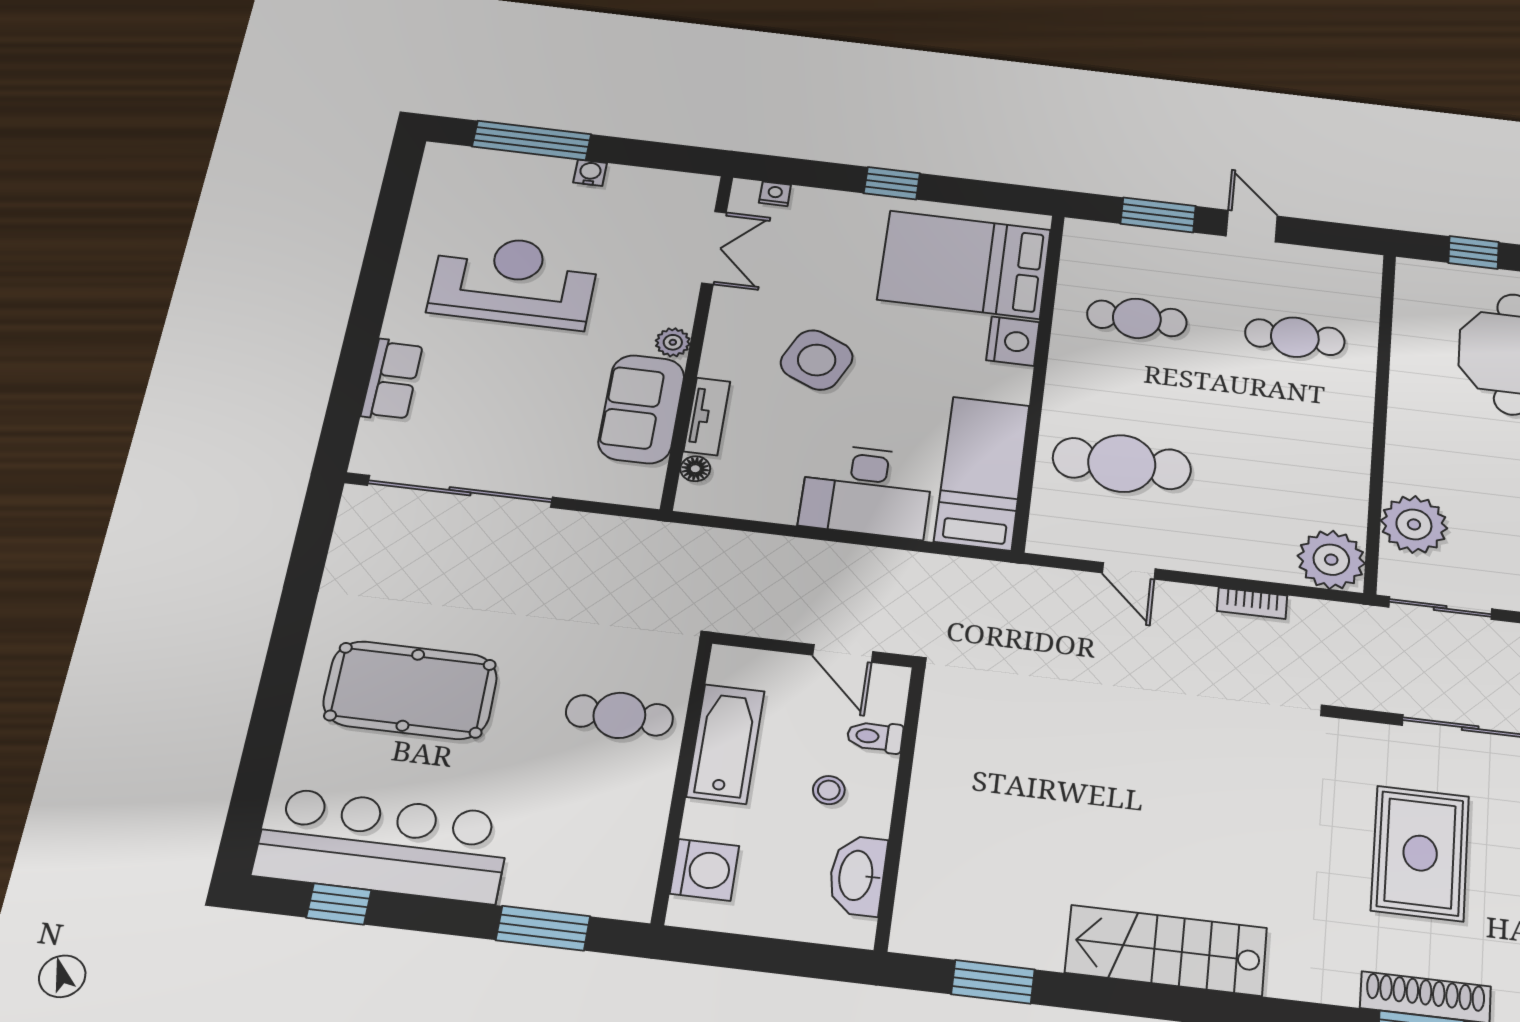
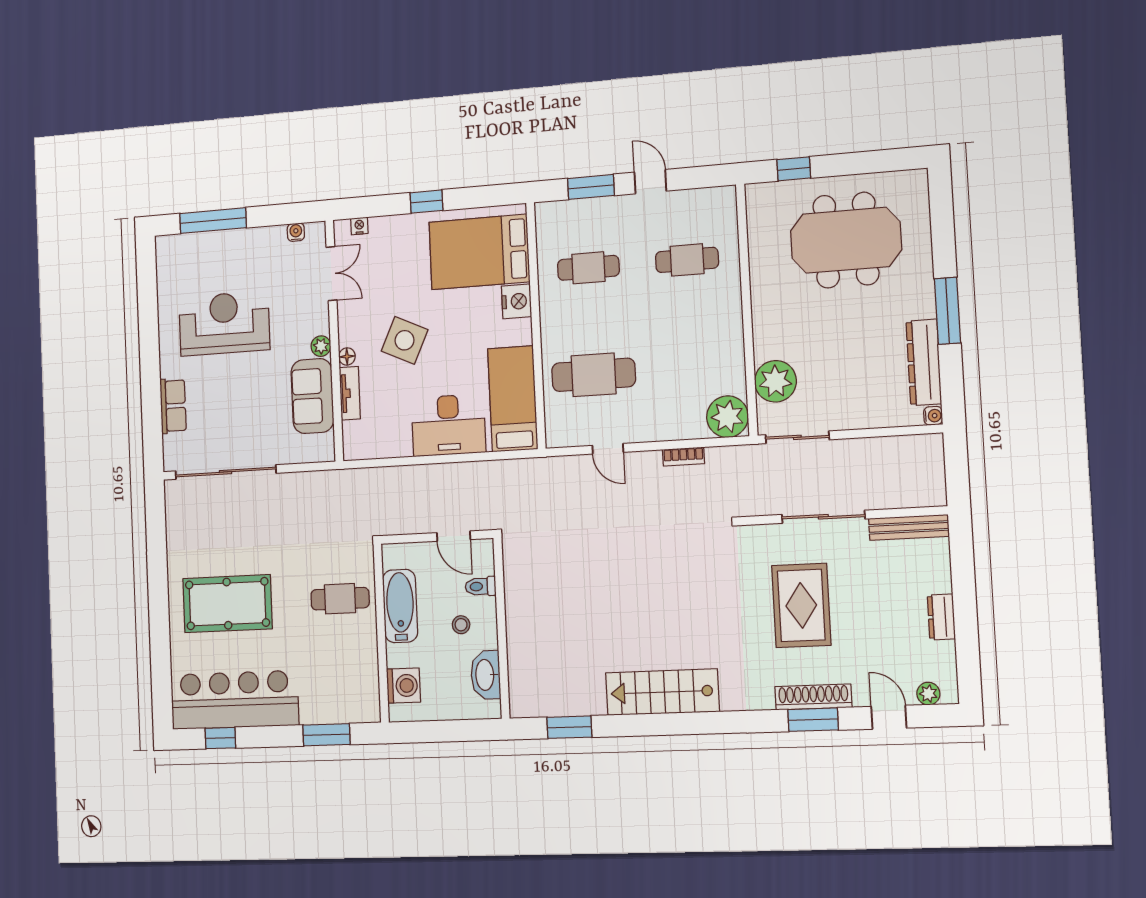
water cooler: (590, 173) -> (296, 232), moved
floor lamp: (695, 469) -> (347, 356), moved

